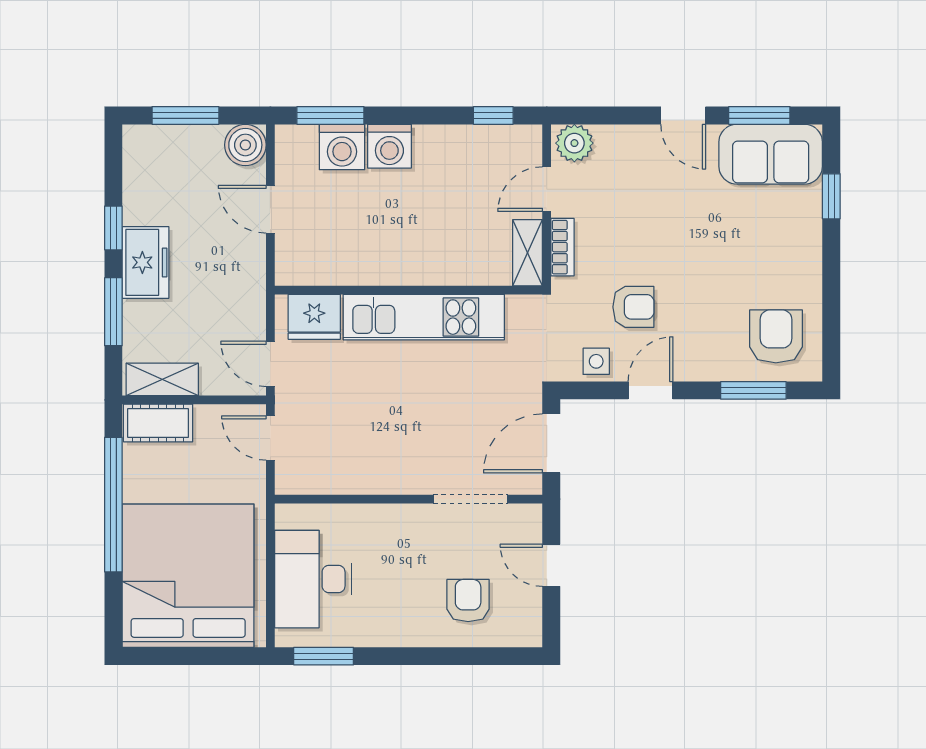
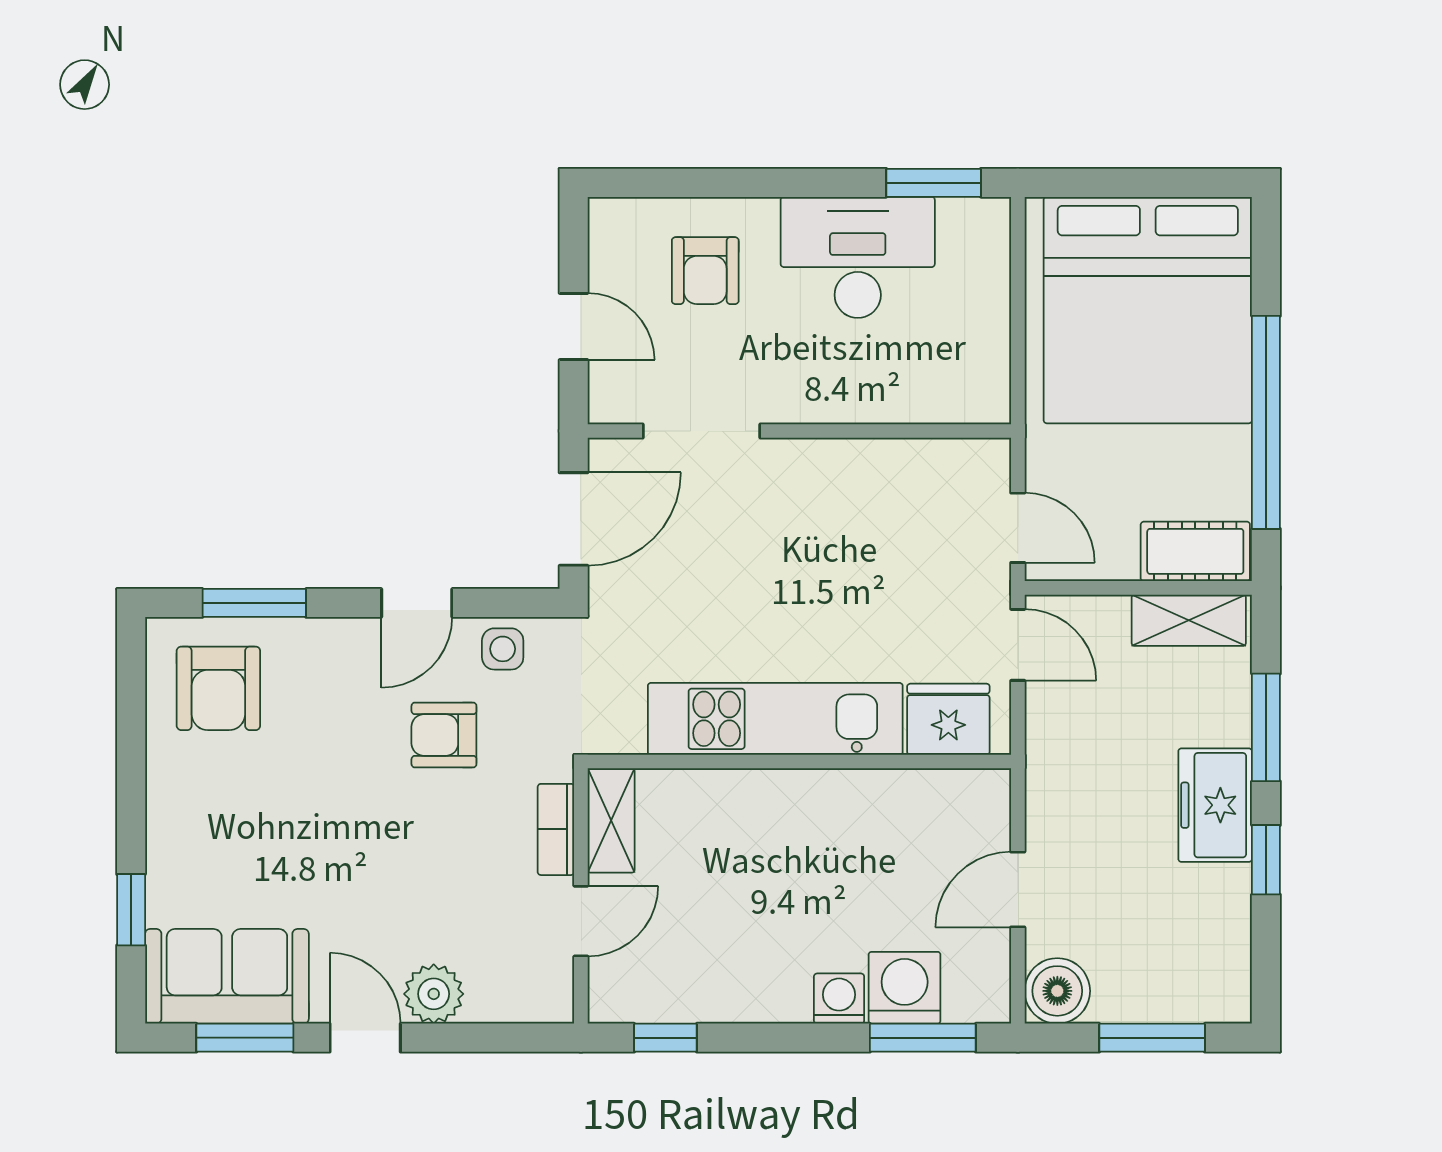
plant: (574, 143) -> (434, 994), moved
washing machine: (389, 146) -> (839, 999), width x0.73, depth x0.73
door: (270, 209) -> (1018, 889), swing flipped
desk: (313, 579) -> (858, 257), moved, turned -90

